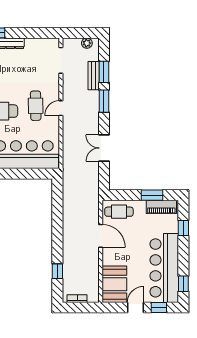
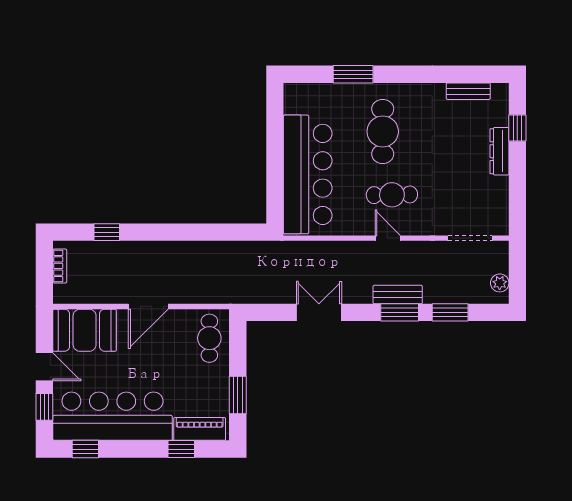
bench: (94, 76) -> (398, 295), moved
piano: (161, 207) -> (200, 429), moved, turned 90
door: (101, 236) -> (148, 306), moved

